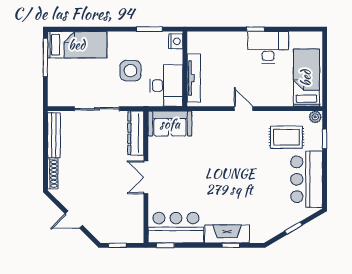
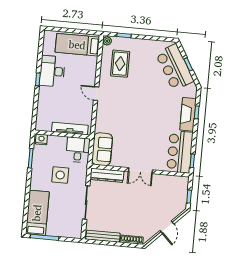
desk: (166, 86) -> (78, 150), width x0.73
door: (244, 109) -> (96, 94), hinge flipped
bar counter: (307, 179) -> (175, 67), moved, turned 59

